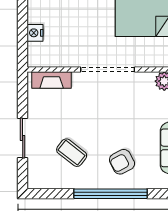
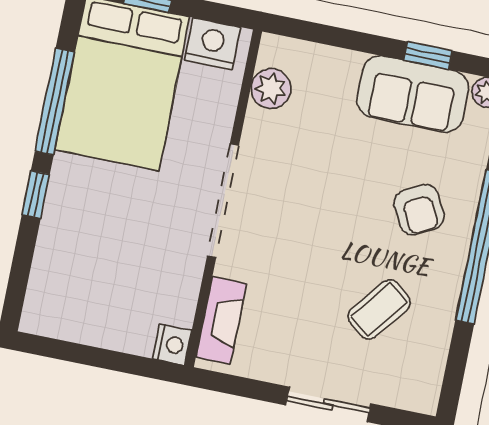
nightstand: (35, 33) -> (172, 345), moved, turned -90

